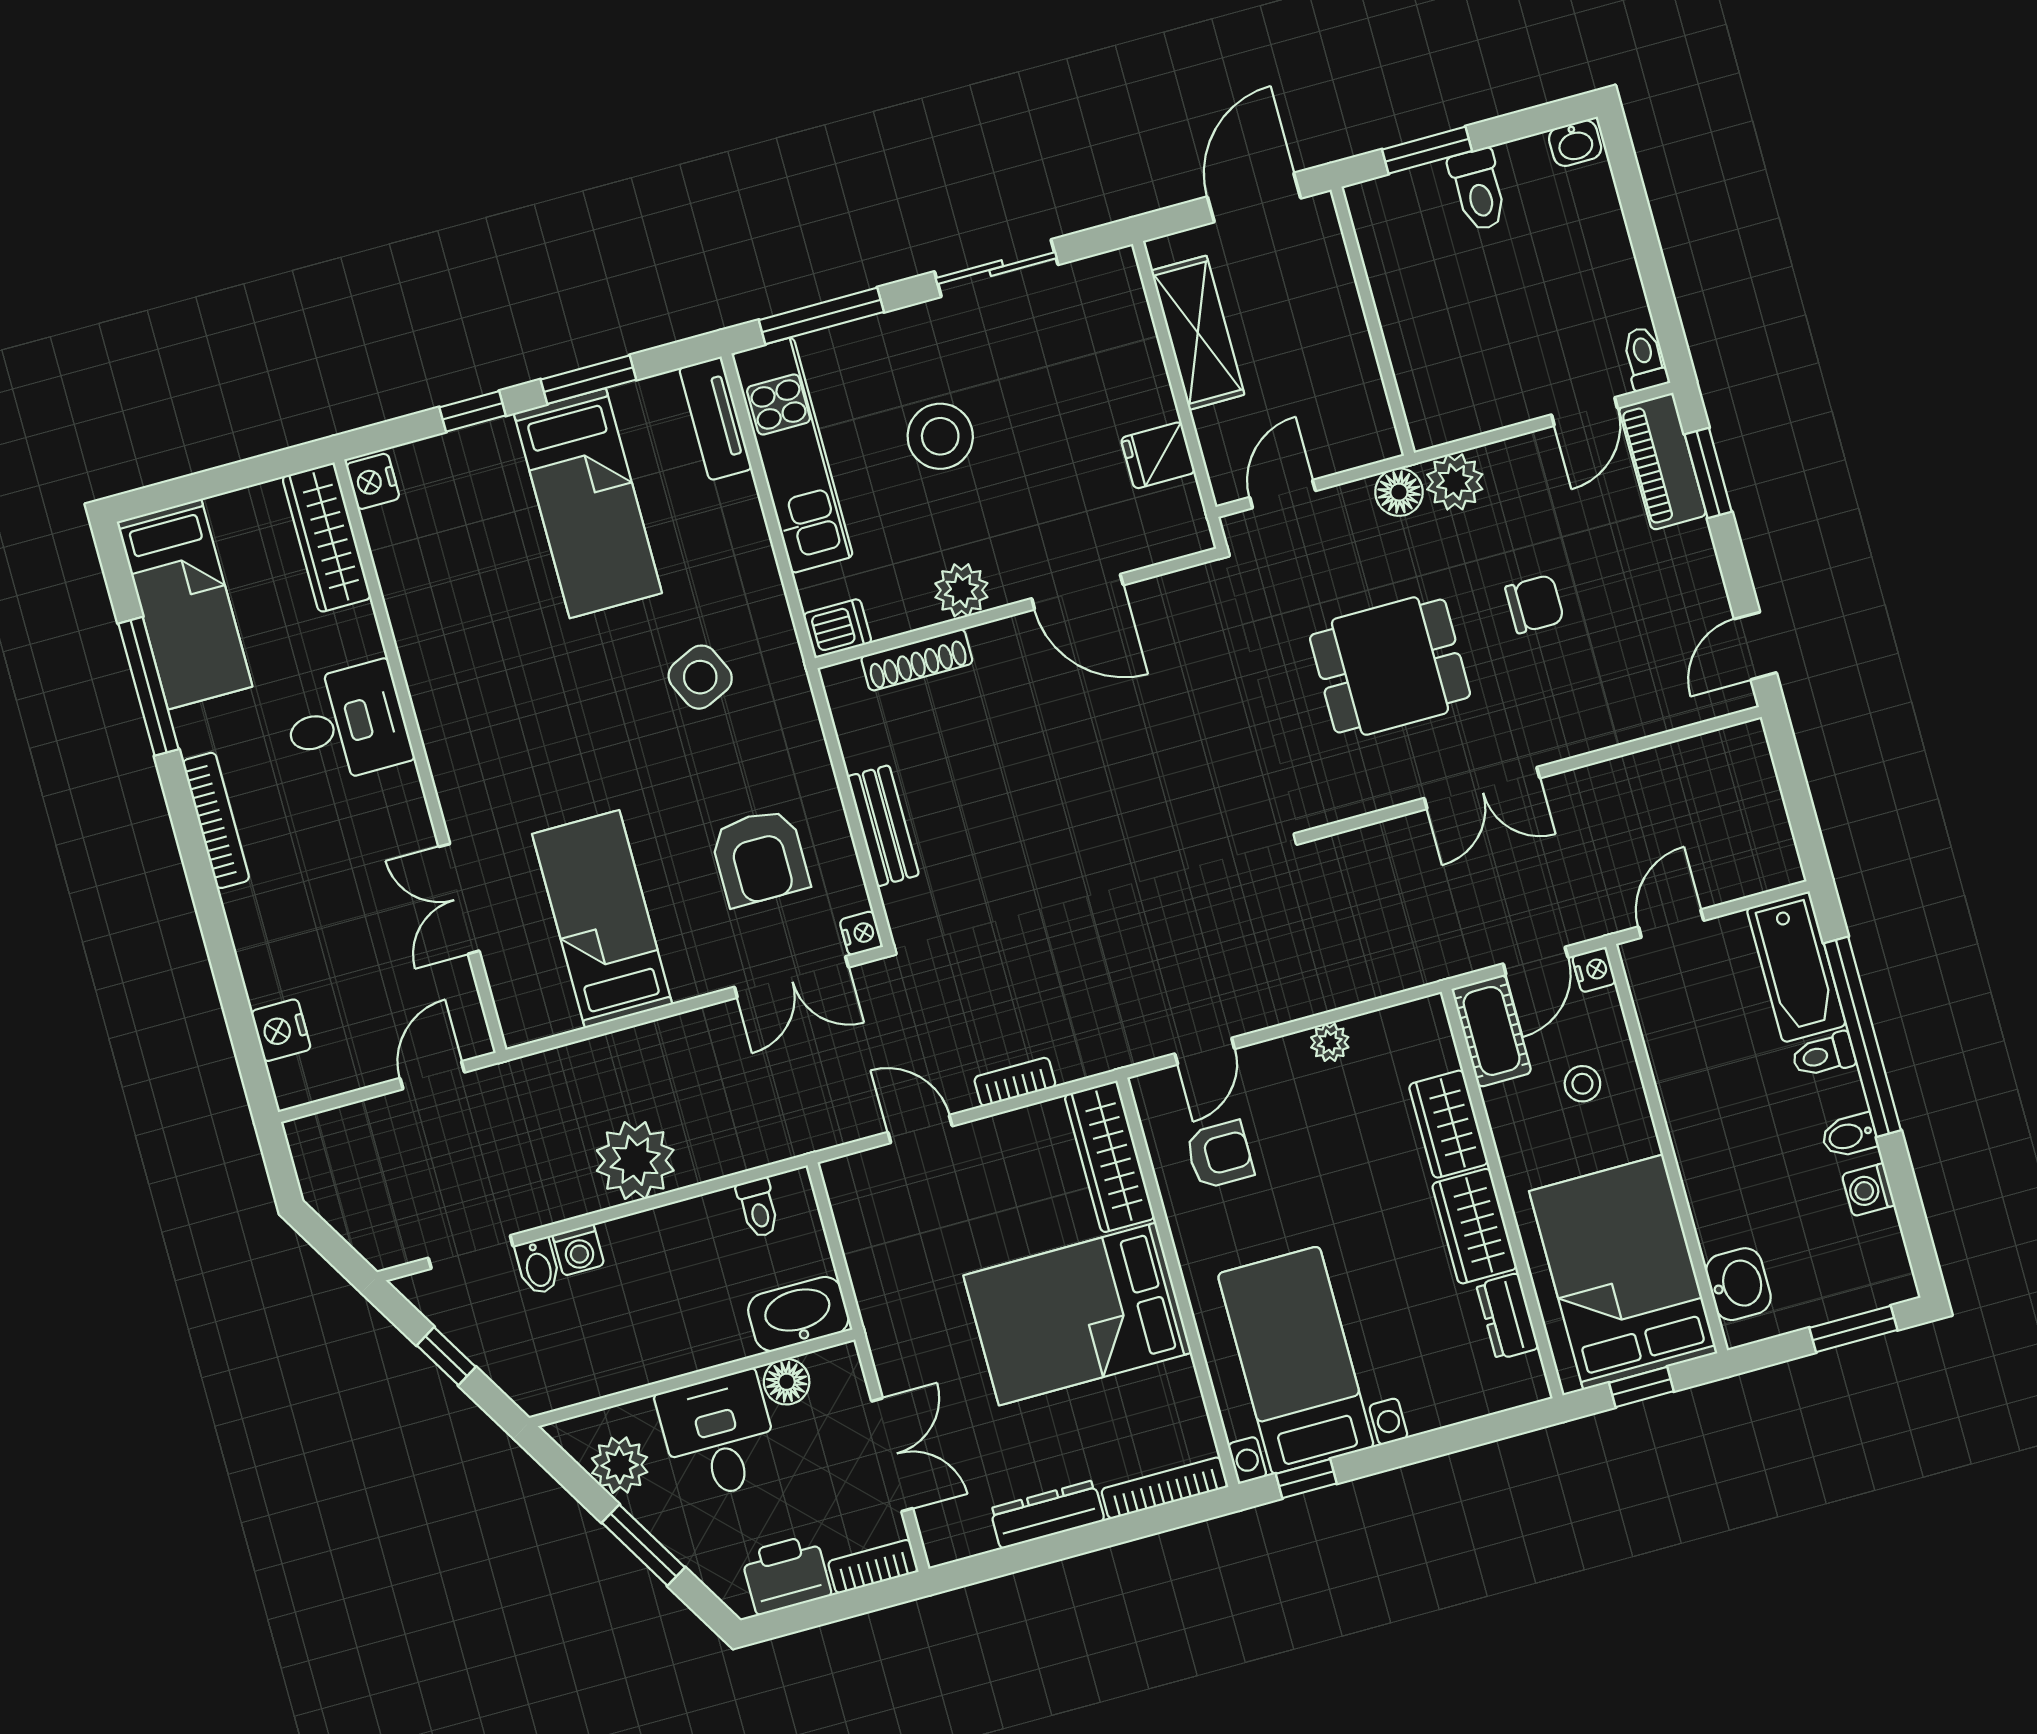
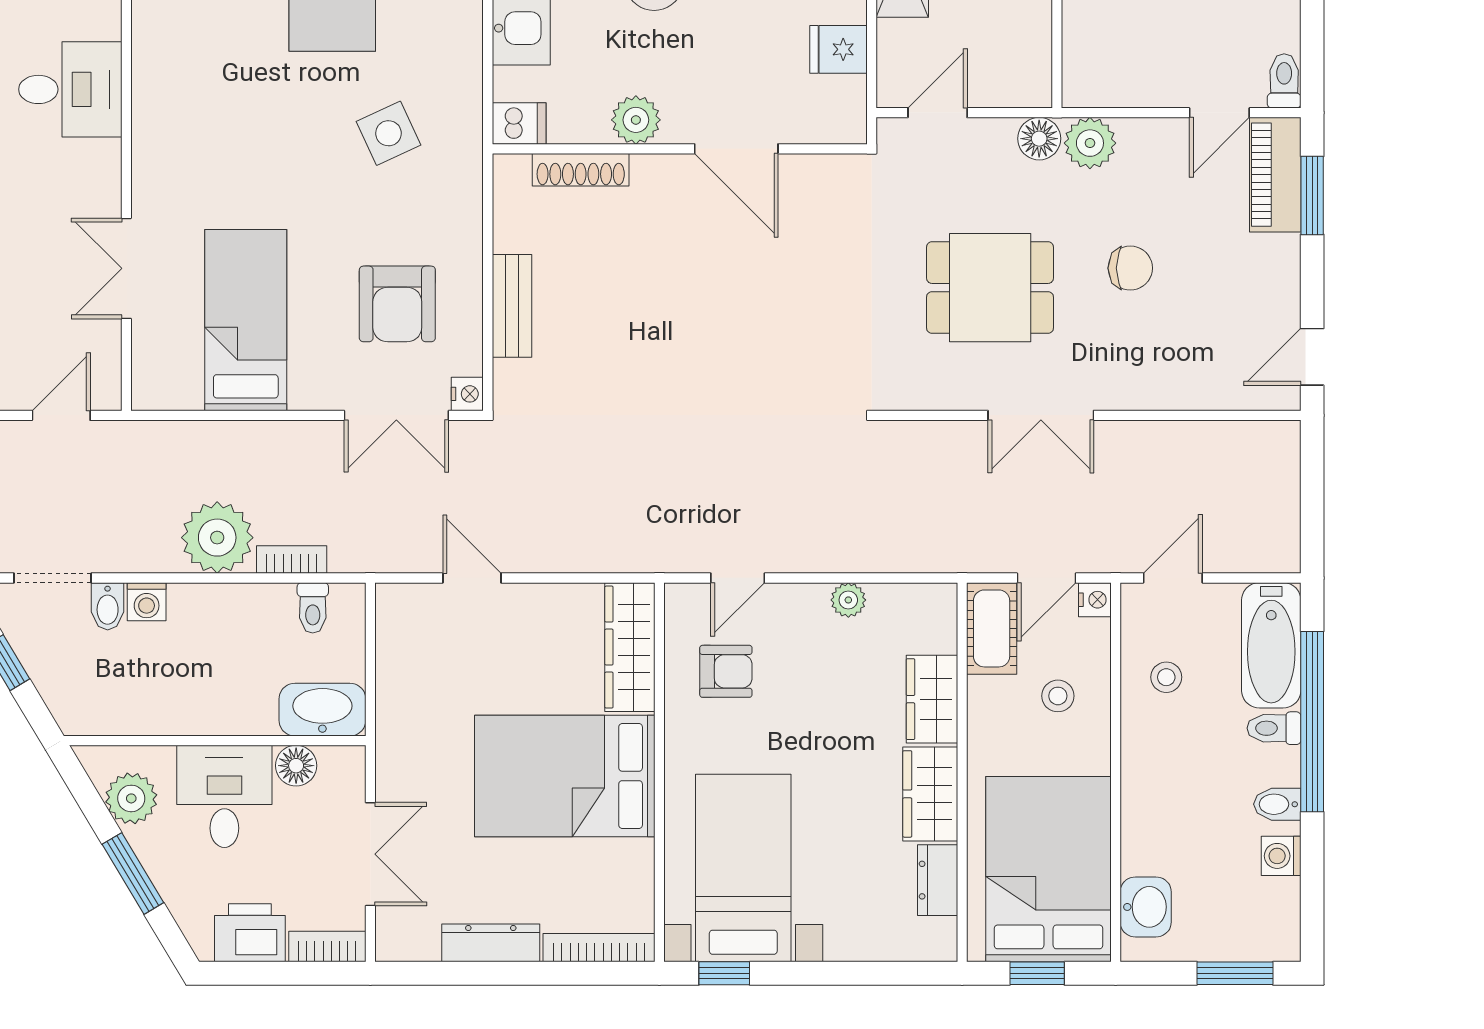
stool: (1693, 1032) -> (1166, 677), added
bookcase: (1015, 1082) -> (292, 559), moved

